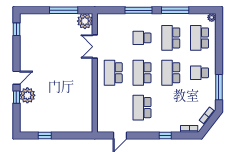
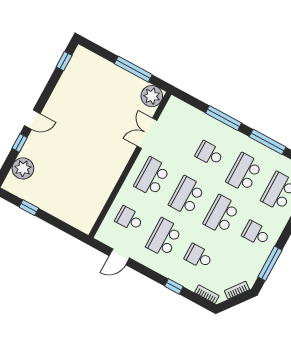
plant: (27, 95) -> (23, 168), moved
school desk: (113, 108) -> (129, 219), added
school desk: (171, 108) -> (199, 257), added

